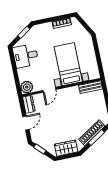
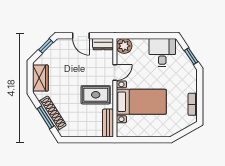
door: (49, 90) -> (115, 73), swing flipped
rug: (70, 102) -> (96, 95), added

